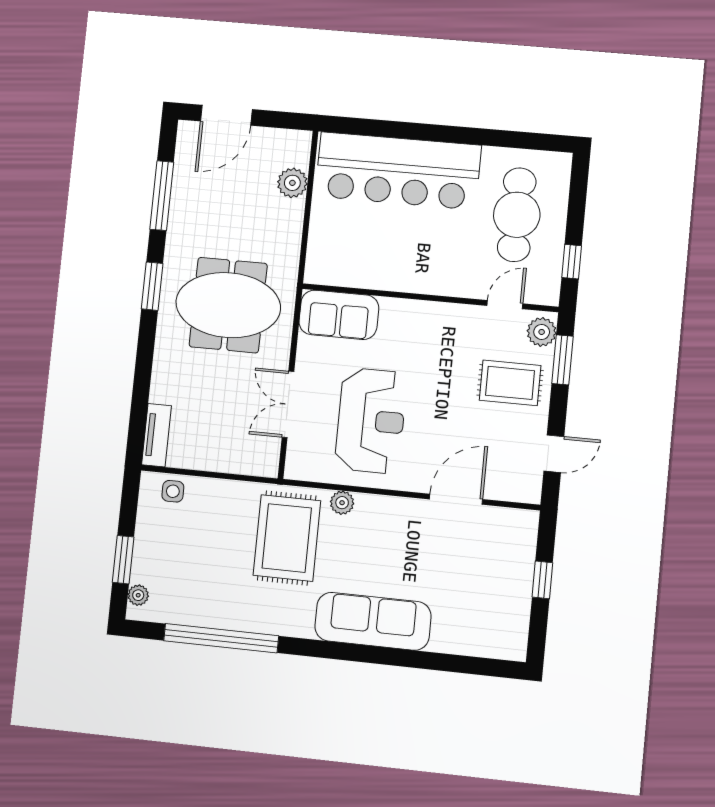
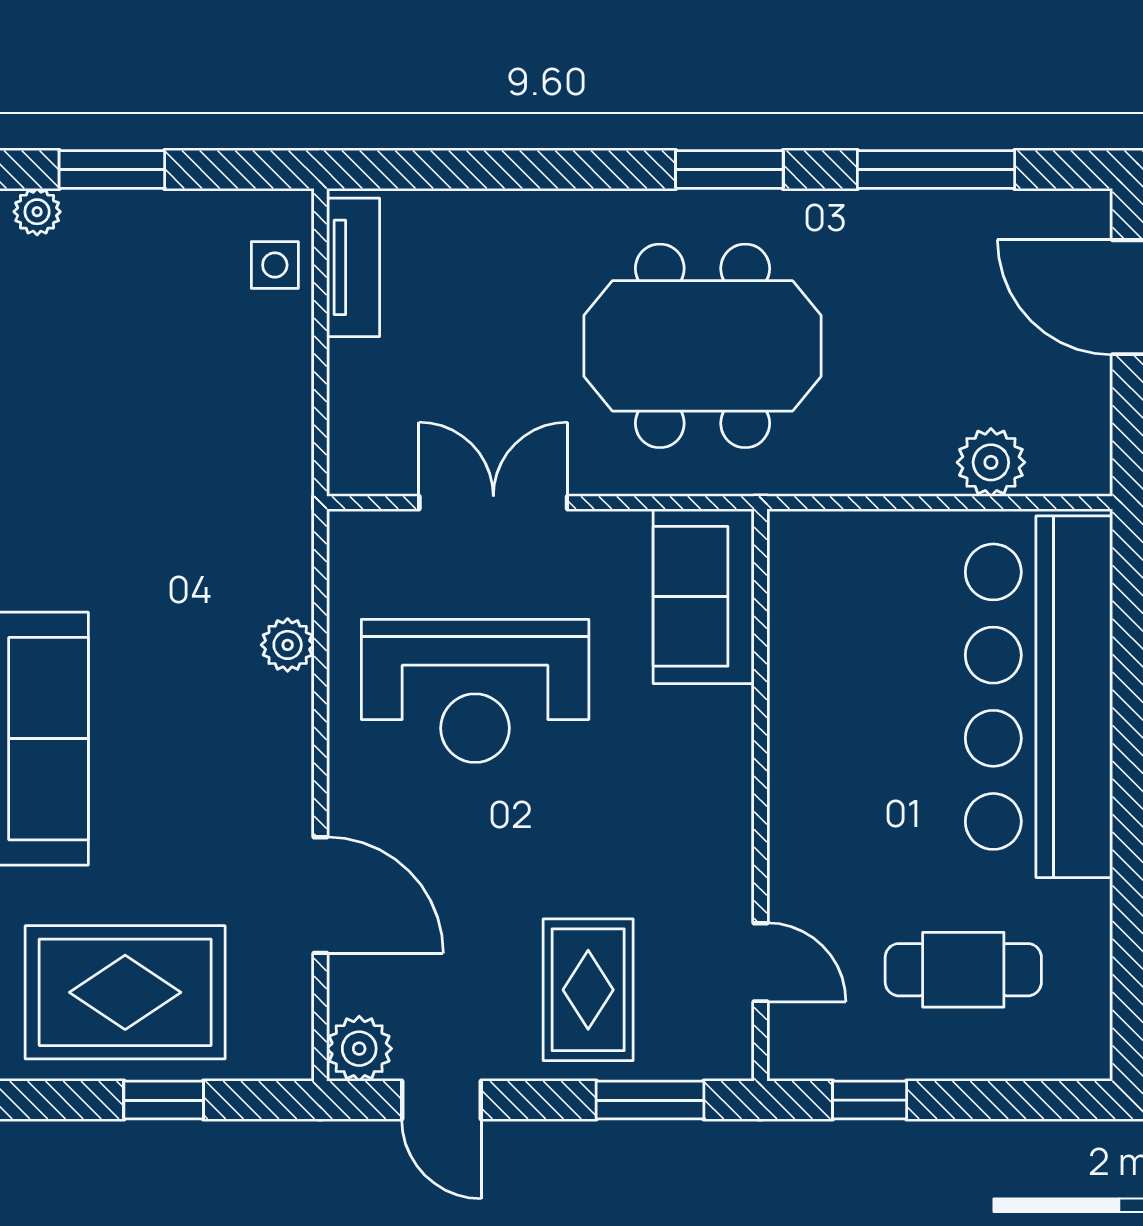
cafe table: (517, 215) -> (963, 970), width x0.73, depth x0.74
meeting table: (228, 305) -> (702, 346), turned 90
plant: (542, 332) -> (359, 1049), moved
tv unit: (156, 435) -> (353, 267), moved, turned -90
rug: (287, 538) -> (125, 992), moved

